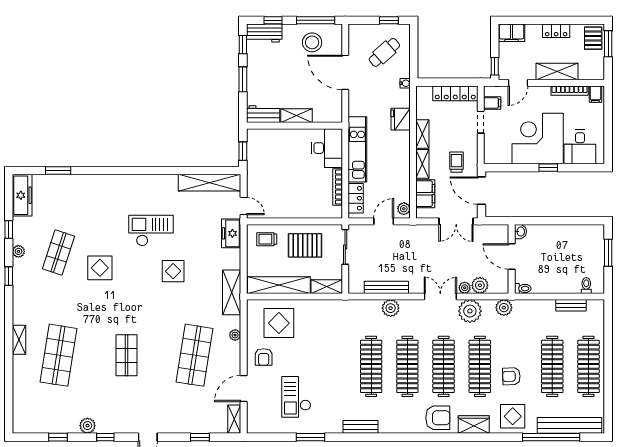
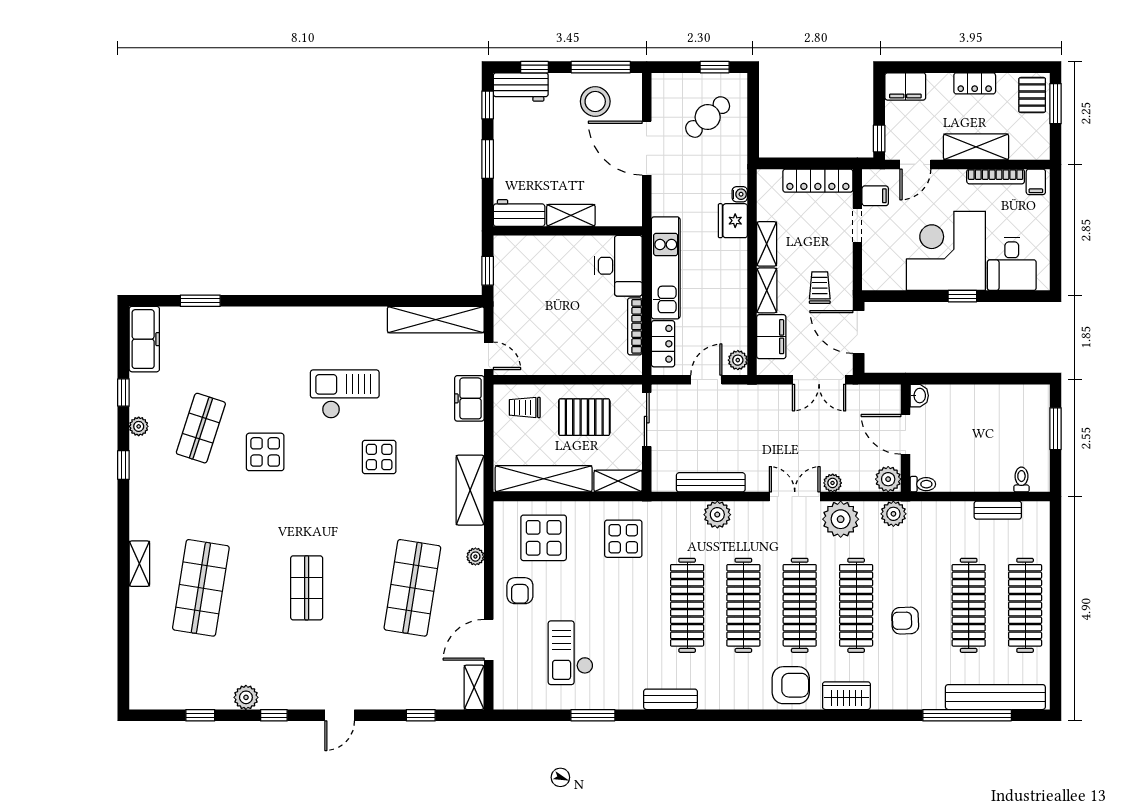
water cooler: (405, 83) -> (740, 194), moved
plant: (480, 285) -> (888, 479), moved
display table: (513, 416) -> (623, 539), moved

